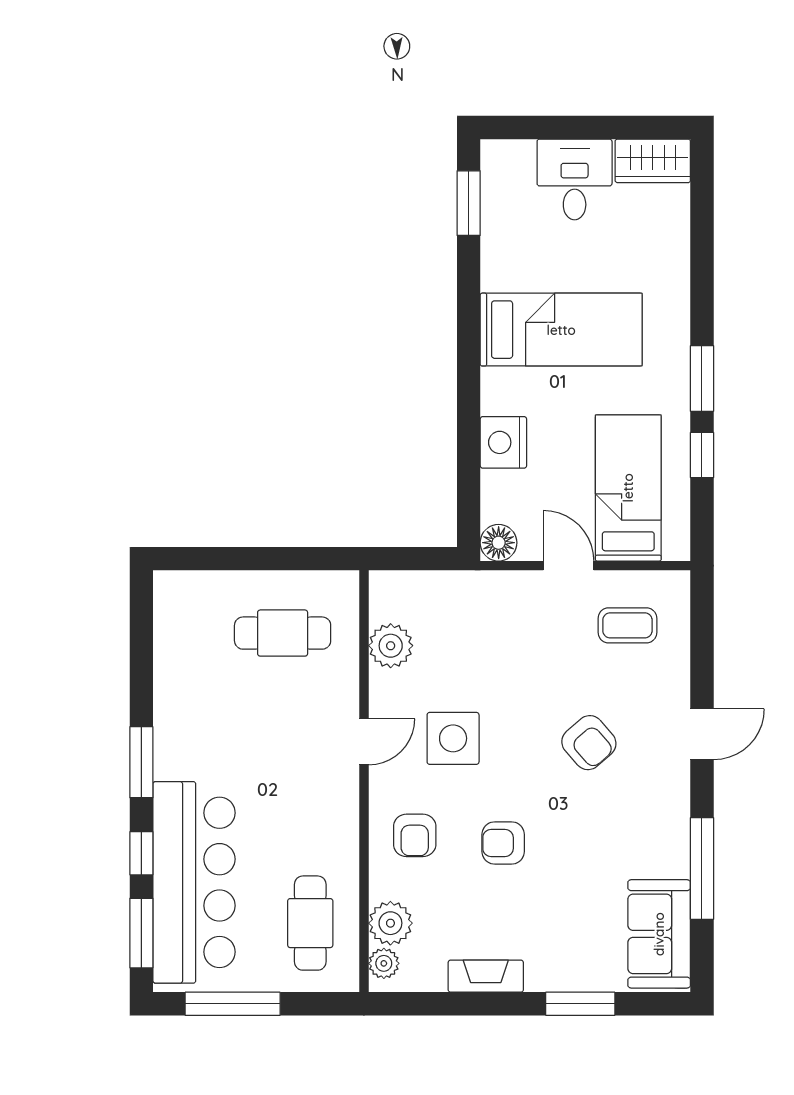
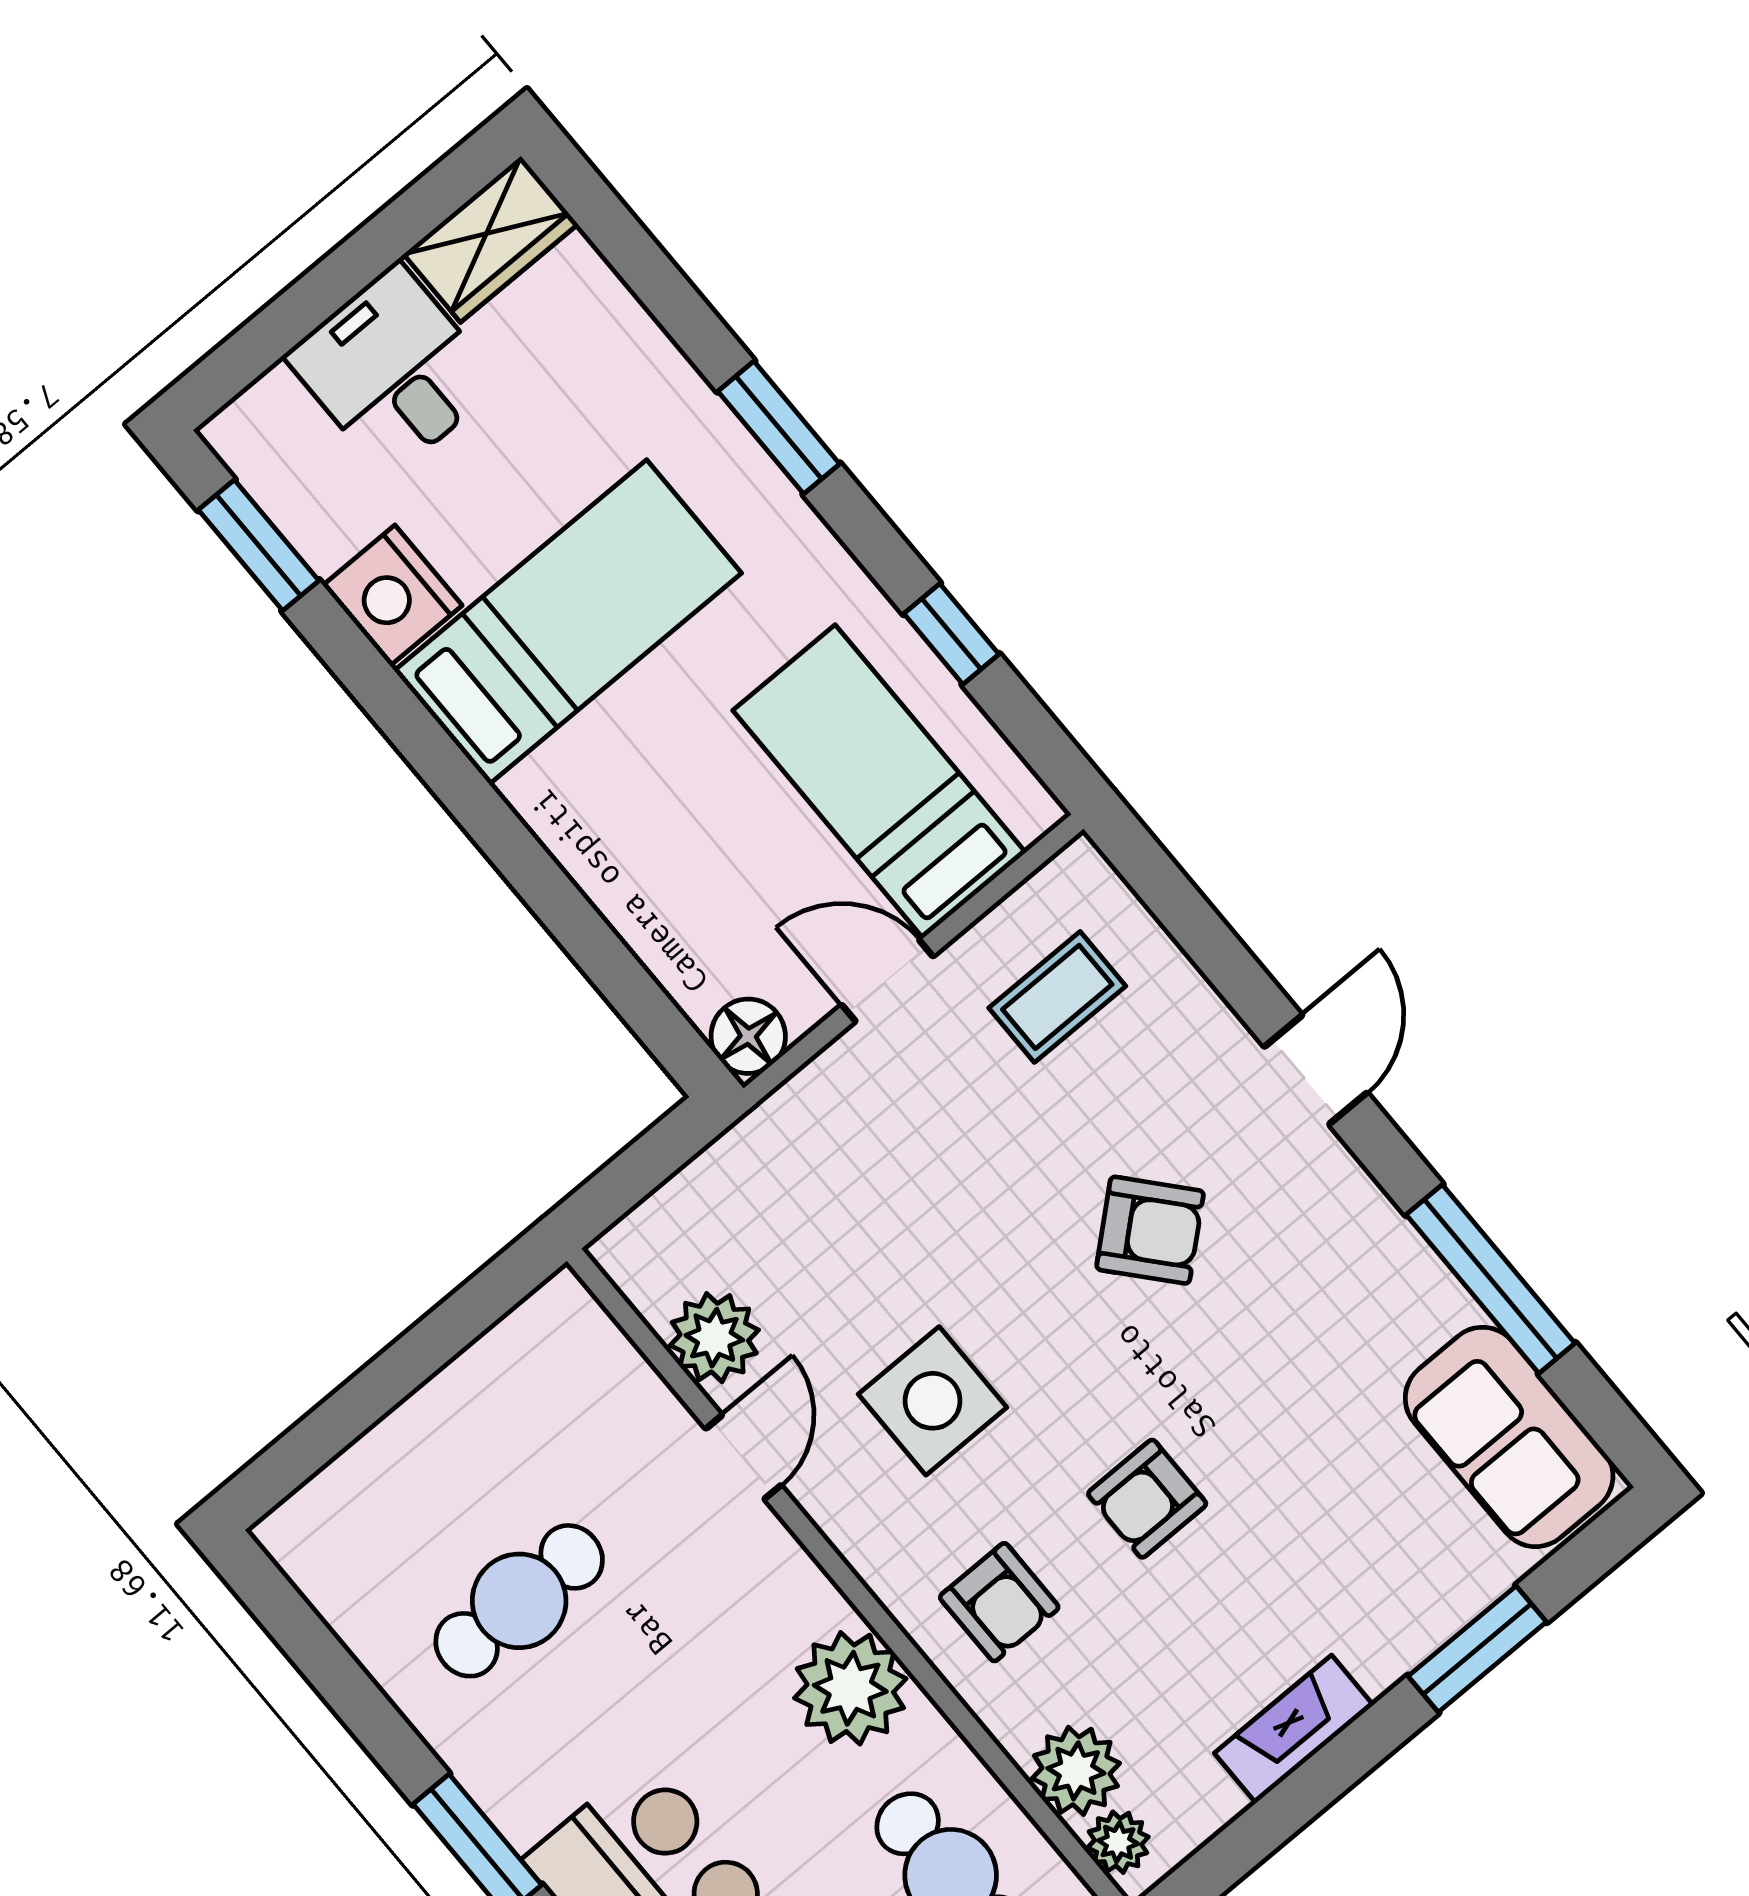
window: (702, 378) -> (779, 428), moved
nightstand: (503, 442) -> (393, 595), moved
cafe table: (283, 633) -> (519, 1601), moved
door: (364, 742) -> (743, 1457), moved
plant: (331, 821) -> (850, 1688), added

